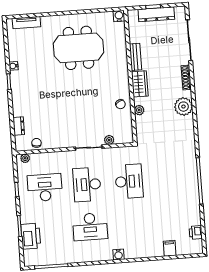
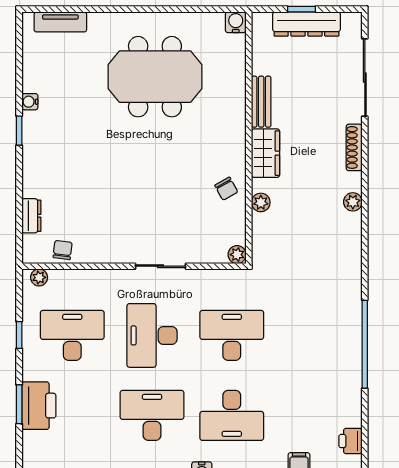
plant: (183, 107) -> (353, 202), width x0.53, depth x0.53
plant: (109, 140) -> (237, 255), moved
desk: (129, 181) -> (232, 335), turned -90
desk: (132, 224) -> (232, 415), added
desk: (90, 227) -> (152, 415), turned 180
printer: (31, 236) -> (39, 406), moved

